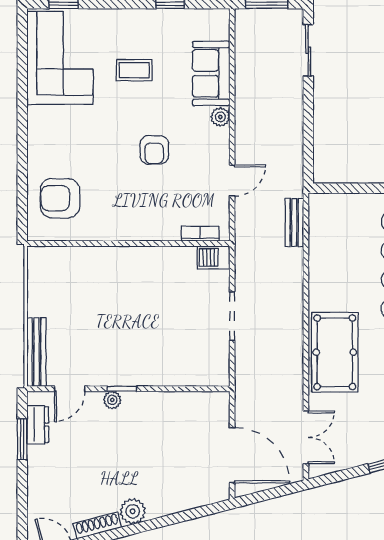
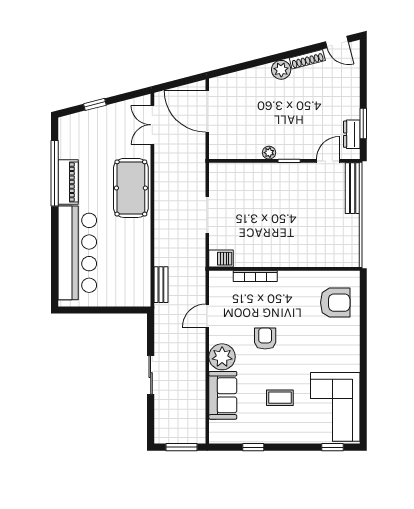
sliding door: (308, 50) -> (151, 375), moved
plant: (220, 117) -> (222, 357), width x1.87, depth x1.87
bookcase: (200, 234) -> (255, 276), moved, width x1.56
plant: (112, 400) -> (269, 153), moved

